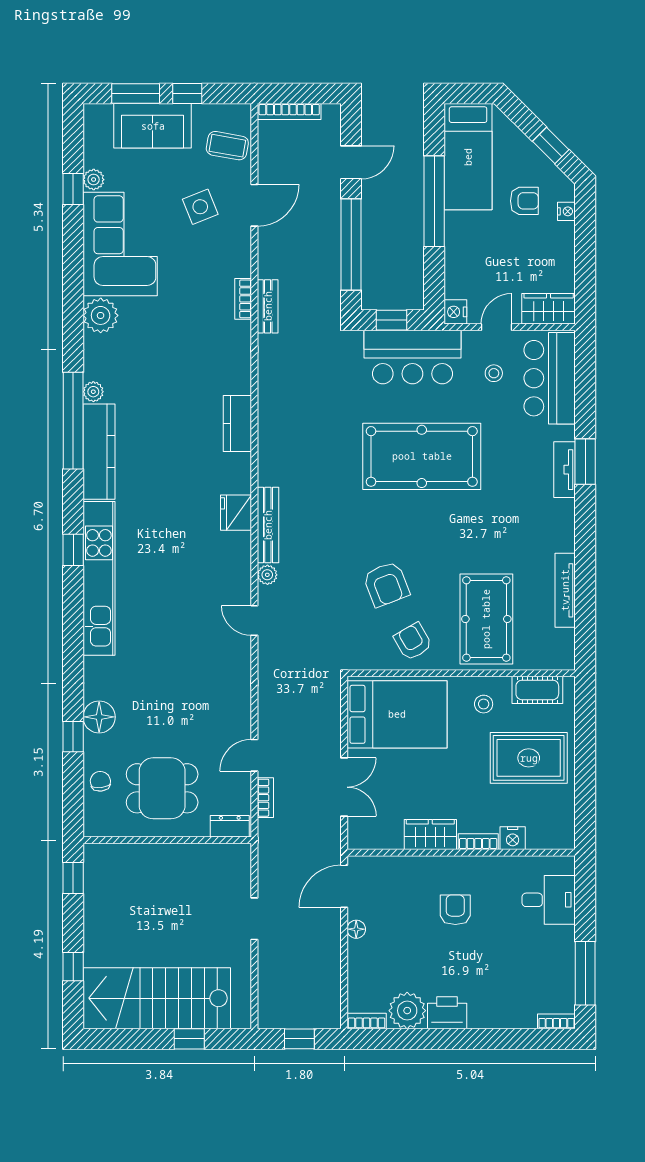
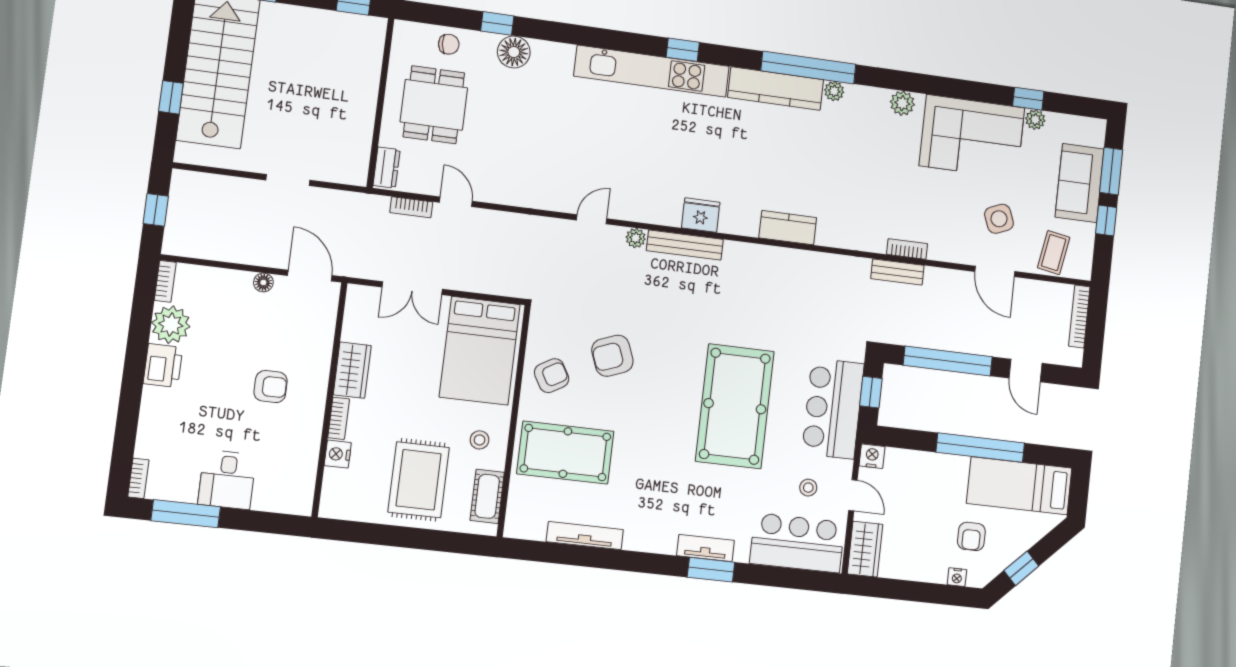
plant: (101, 315) -> (902, 103), width x0.73, depth x0.73
desk: (549, 900) -> (227, 480), moved

